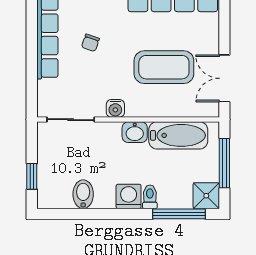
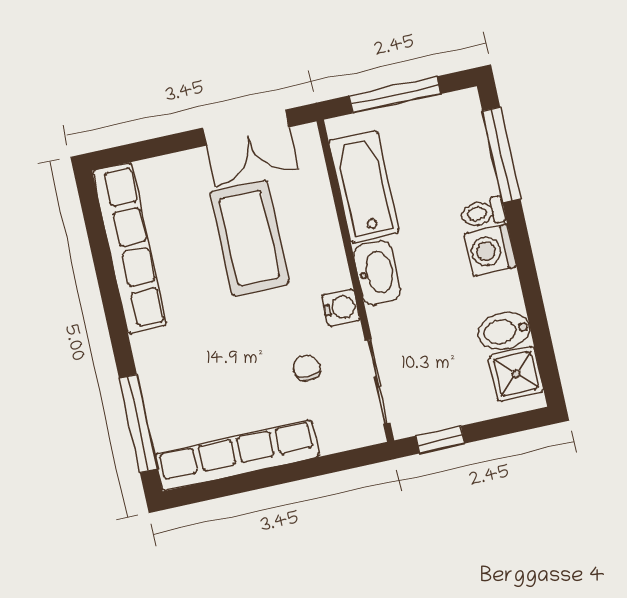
chair: (90, 43) -> (307, 368), moved, turned -109
washbasin: (135, 132) -> (377, 273), width x1.38
window: (32, 176) -> (440, 440), moved
shower: (206, 196) -> (516, 374), moved

